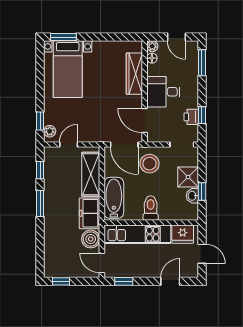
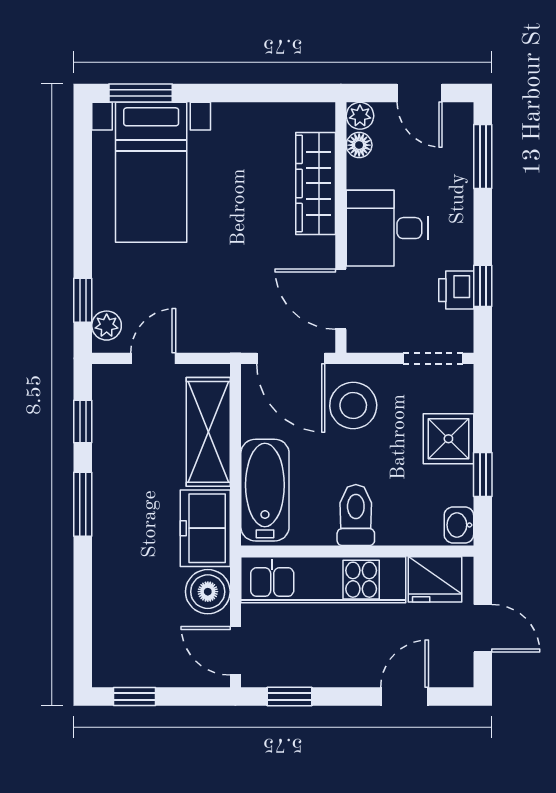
washbasin: (192, 196) -> (459, 525), moved

